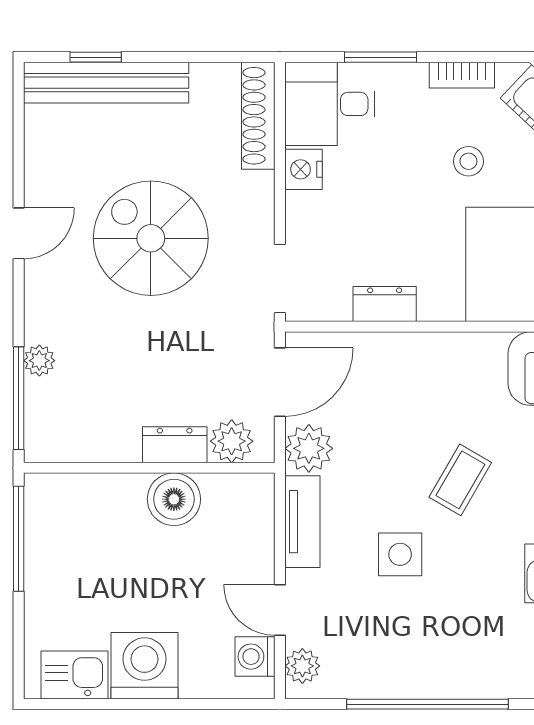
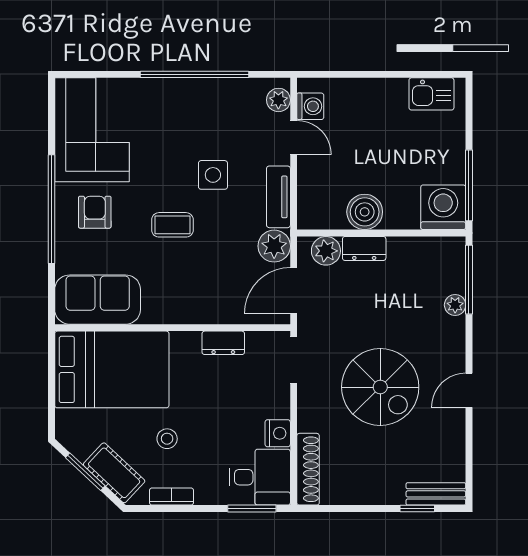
window: (381, 57) -> (252, 509), moved
bench: (106, 83) -> (436, 494), width x0.54, depth x0.82
coffee table: (460, 480) -> (172, 225), turned 60
washing machine: (144, 666) -> (443, 207), moved, turned 180

